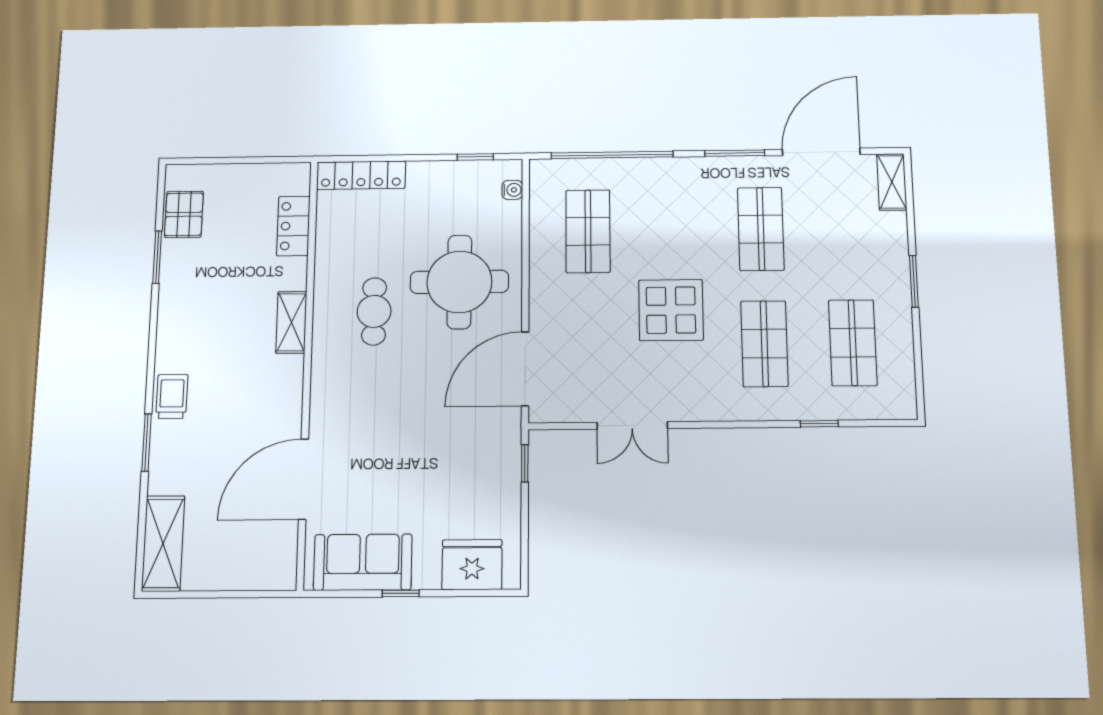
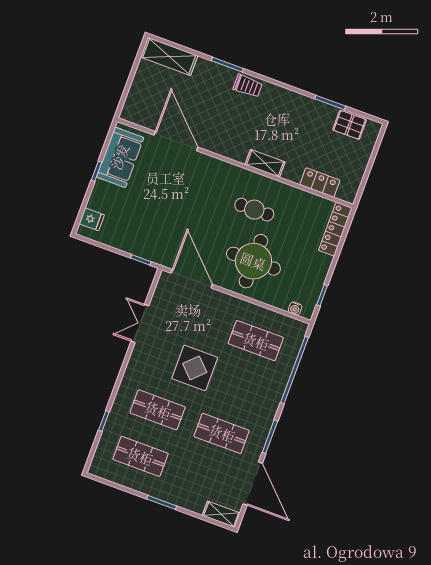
fridge: (472, 565) -> (92, 219), width x0.53, depth x0.75

